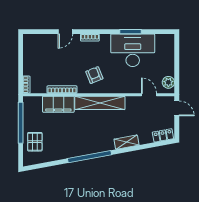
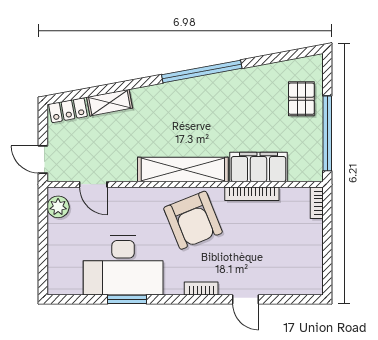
door: (65, 32) -> (246, 299), swing flipped
armchair: (94, 75) -> (193, 220), width x1.88, depth x1.88
shelving: (126, 142) -> (109, 103), moved

